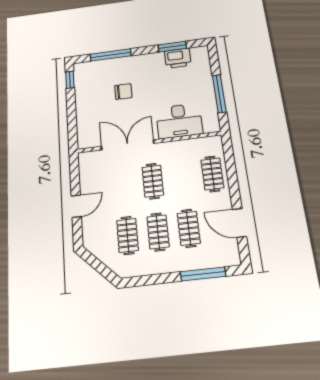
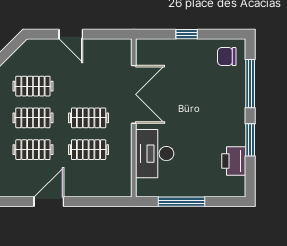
window: (172, 47) -> (250, 140), moved
window: (70, 80) -> (187, 34), moved
chair: (123, 91) -> (227, 57), moved, turned 90
clothes rail: (212, 174) -> (89, 150), moved
door: (240, 223) -> (49, 202), moved

